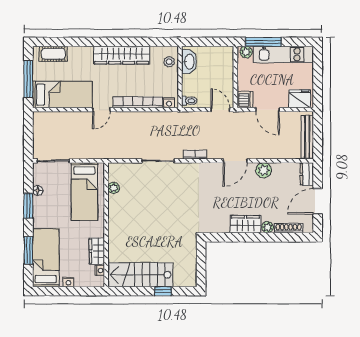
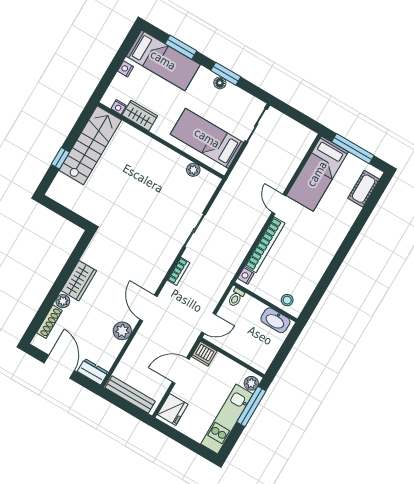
wardrobe: (122, 55) -> (322, 256), removed
floor lamp: (38, 190) -> (220, 83), moved

